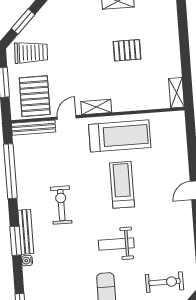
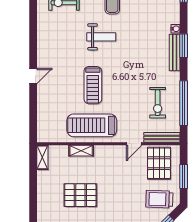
pallet: (127, 50) -> (80, 195), width x1.50, depth x1.42
shelving: (96, 107) -> (81, 151), moved
exercise bike: (61, 205) -> (158, 103), moved

